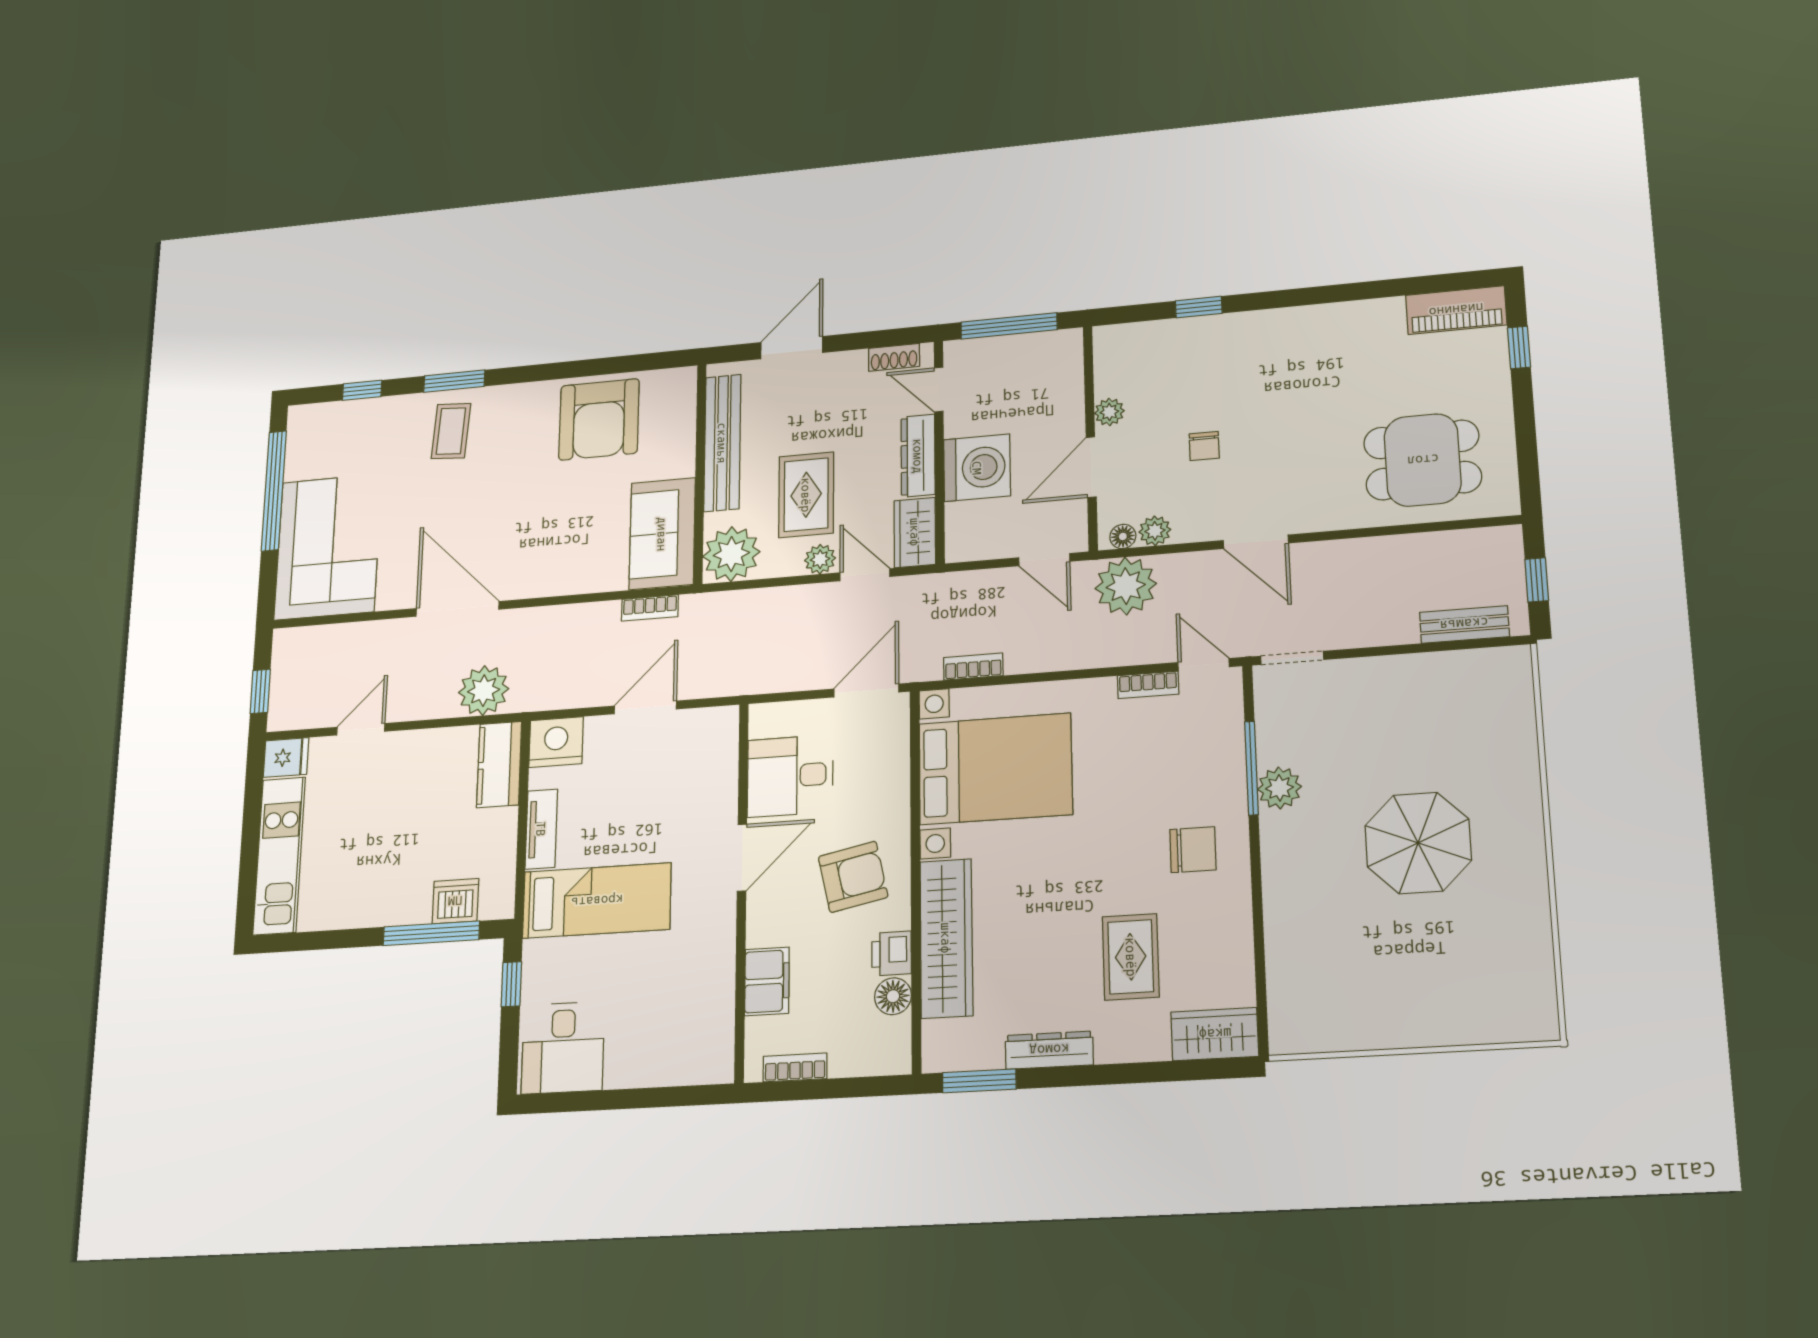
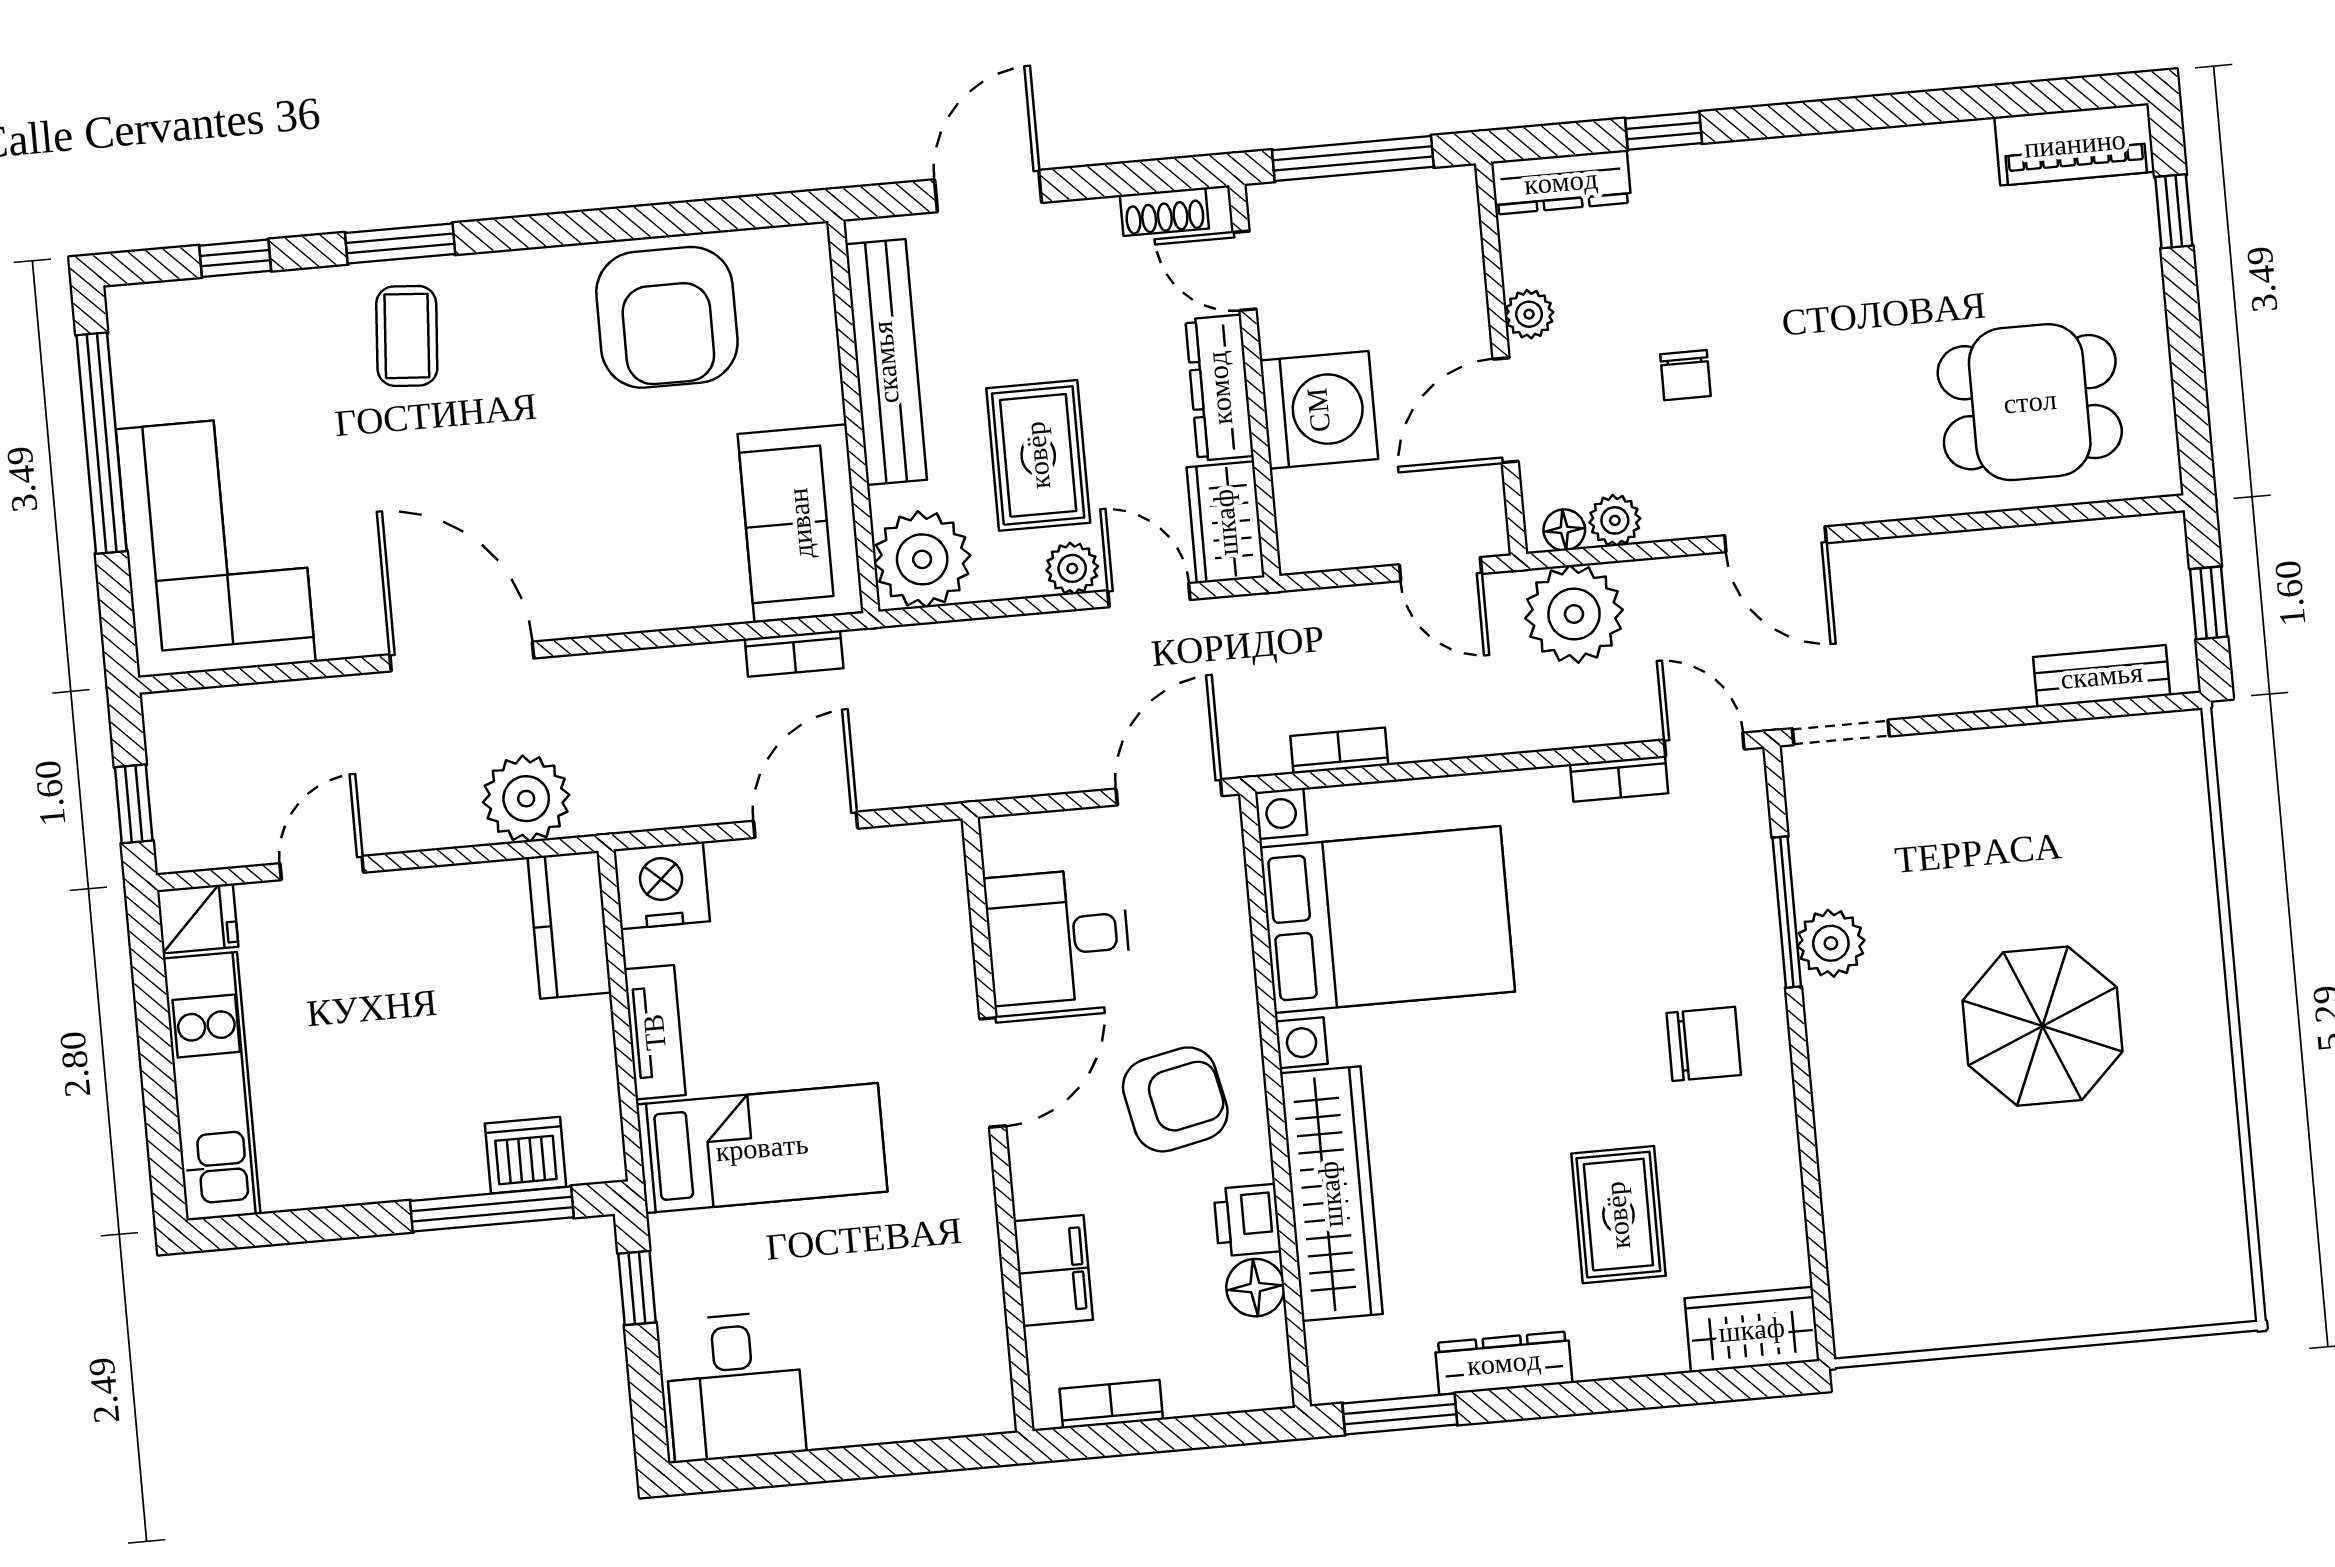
dresser: (1134, 337) -> (1561, 182), added

